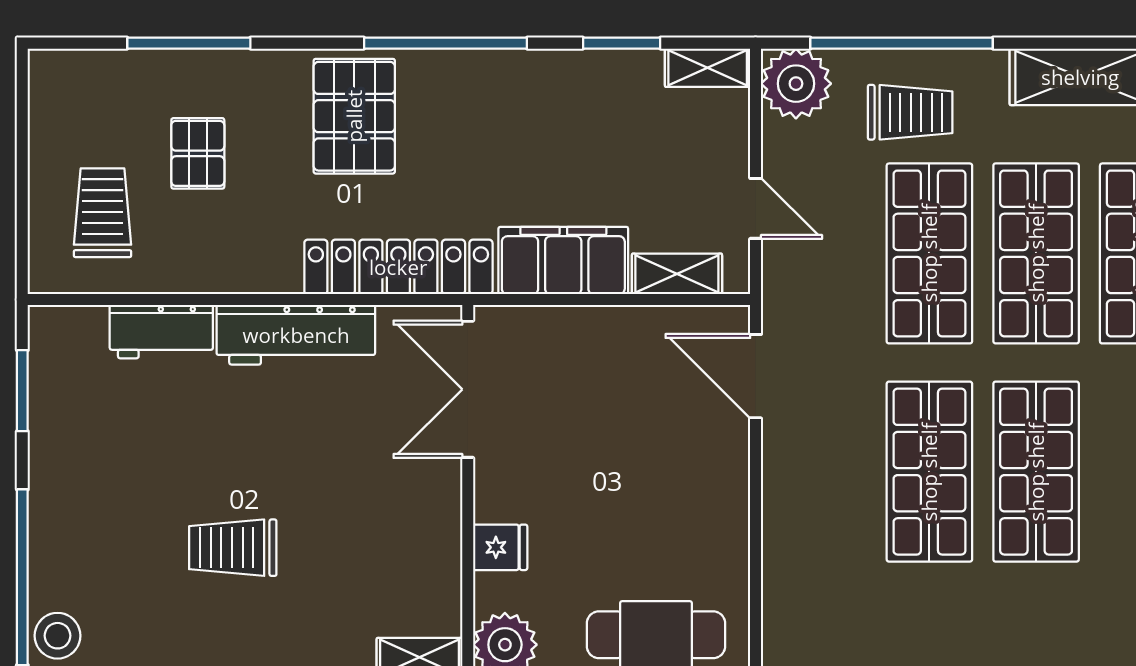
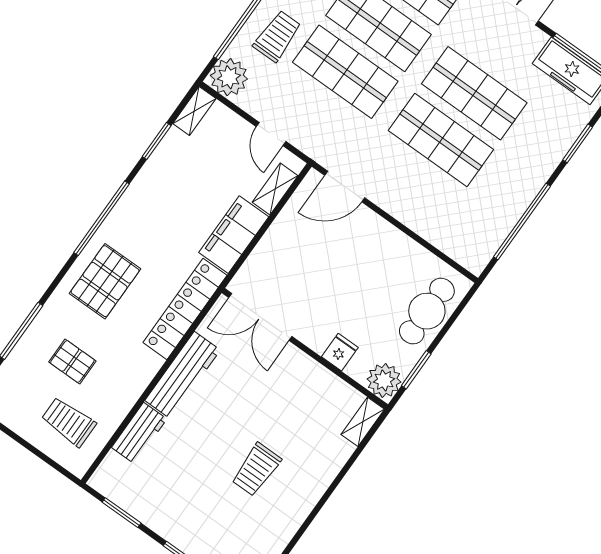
pallet: (354, 116) -> (105, 281), turned 90
door: (756, 208) -> (271, 134), swing flipped

